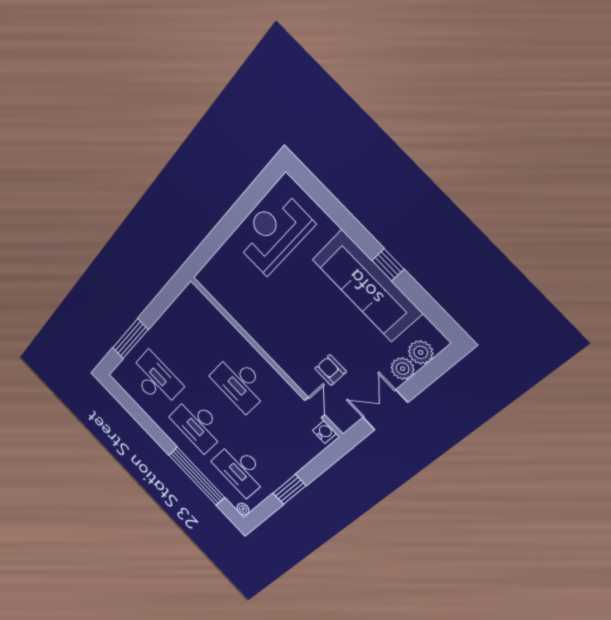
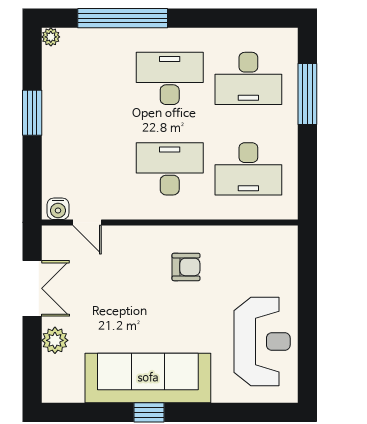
plant: (421, 352) -> (56, 369), removed
armchair: (331, 370) -> (186, 267), moved
desk: (240, 469) -> (248, 169), moved, turned 180

